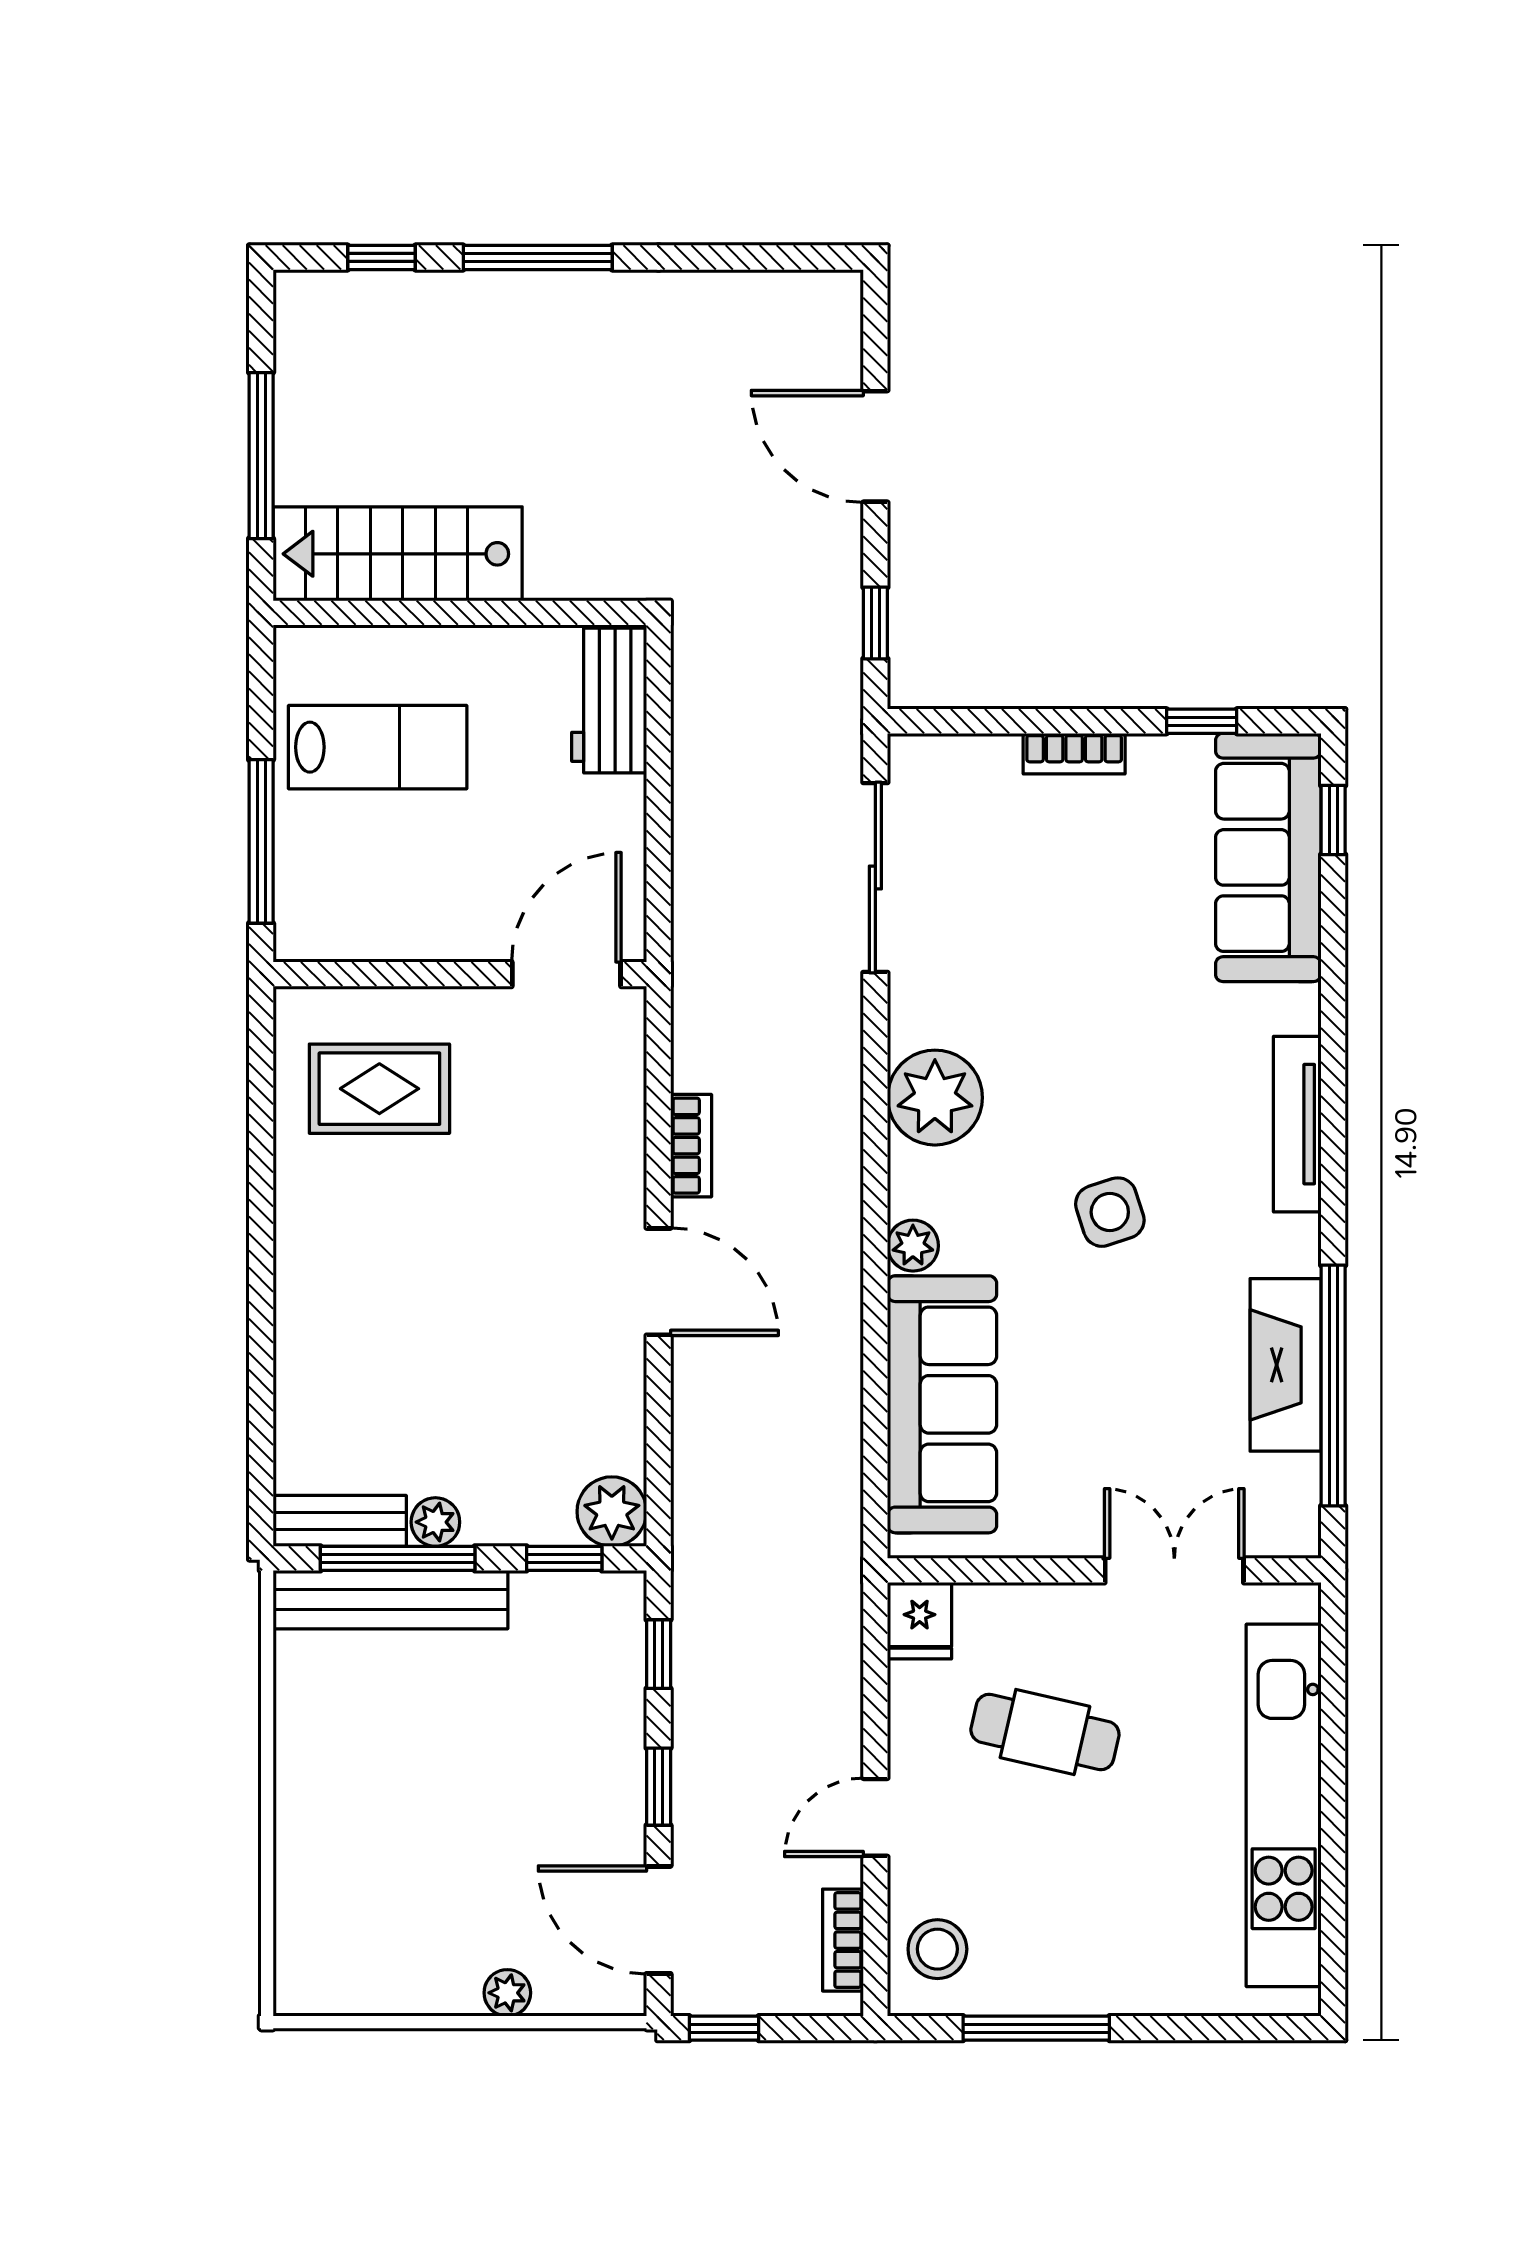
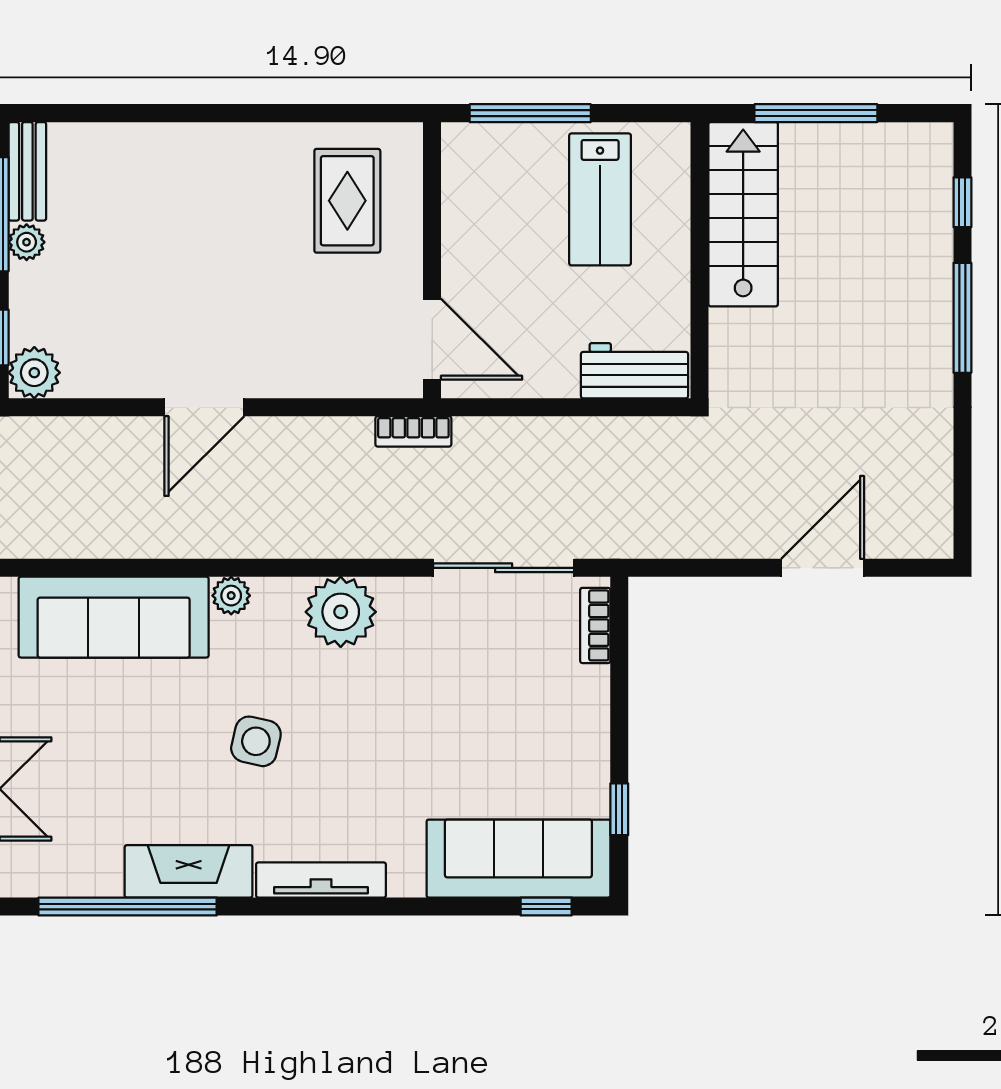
window: (875, 623) -> (692, 568), removed
bookcase: (1074, 754) -> (595, 625), moved
bookcase: (691, 1146) -> (413, 431), moved
side table: (1110, 1212) -> (256, 741), turned 31
fireplace: (1286, 1365) -> (189, 871), moved

